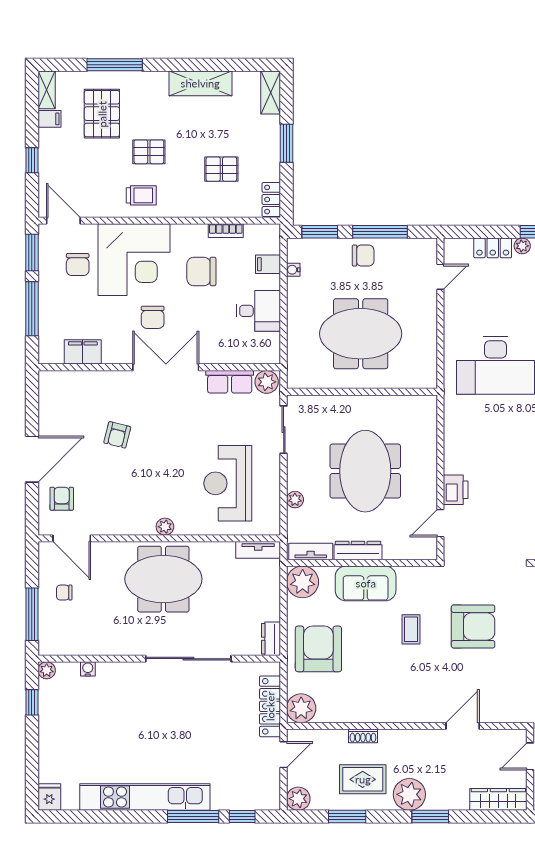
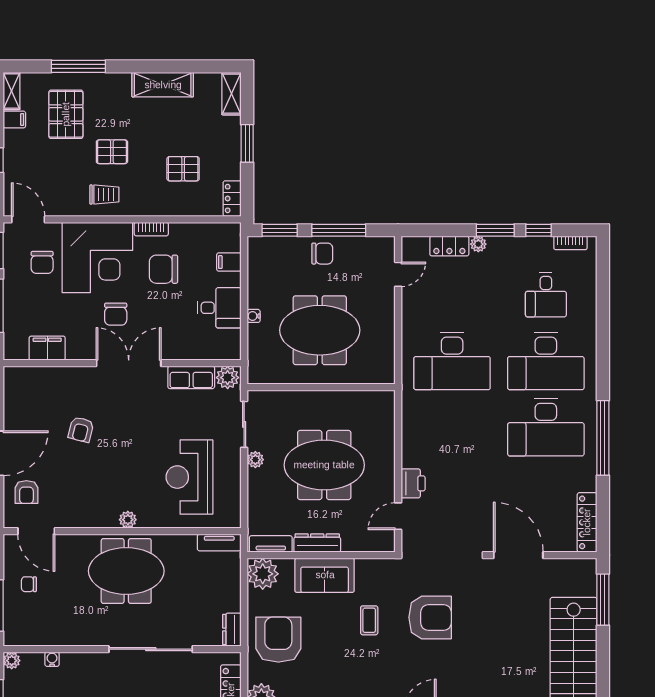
bookcase: (226, 231) -> (151, 229), moved
water cooler: (293, 270) -> (254, 316), moved
meeting table: (365, 471) -> (324, 465), turned 90
armchair: (62, 499) -> (26, 492), turned 180
plant: (295, 500) -> (255, 460), moved

